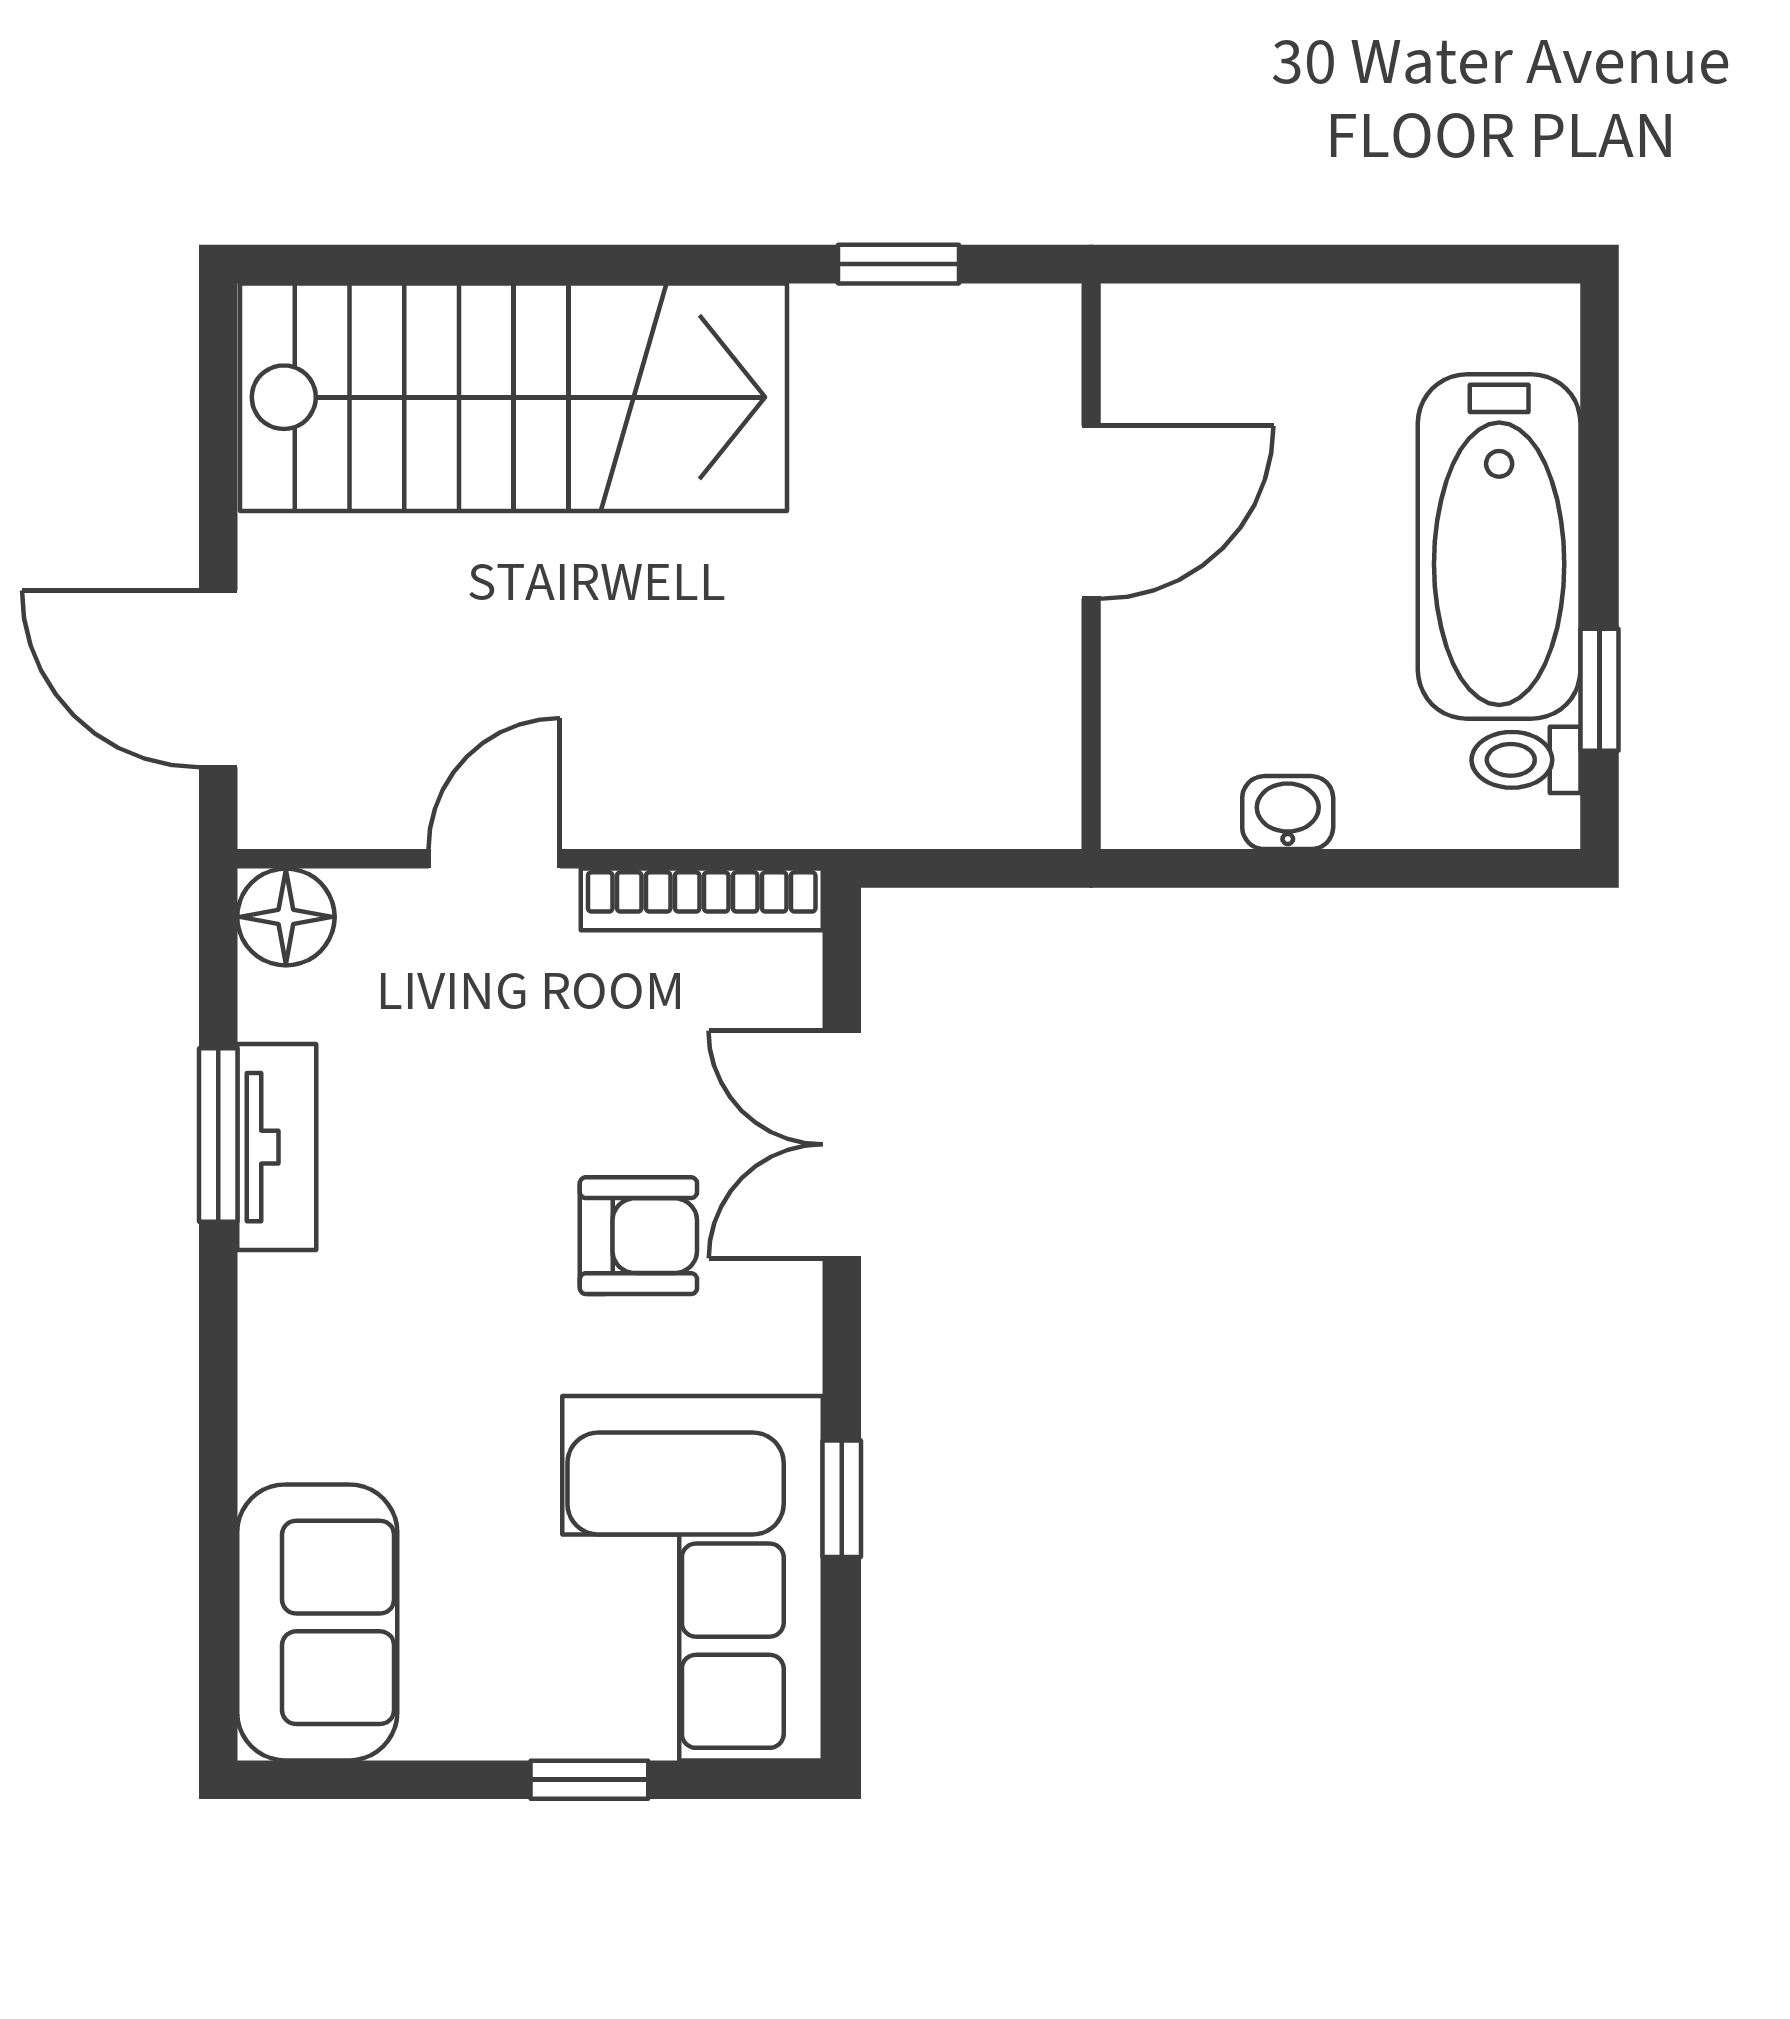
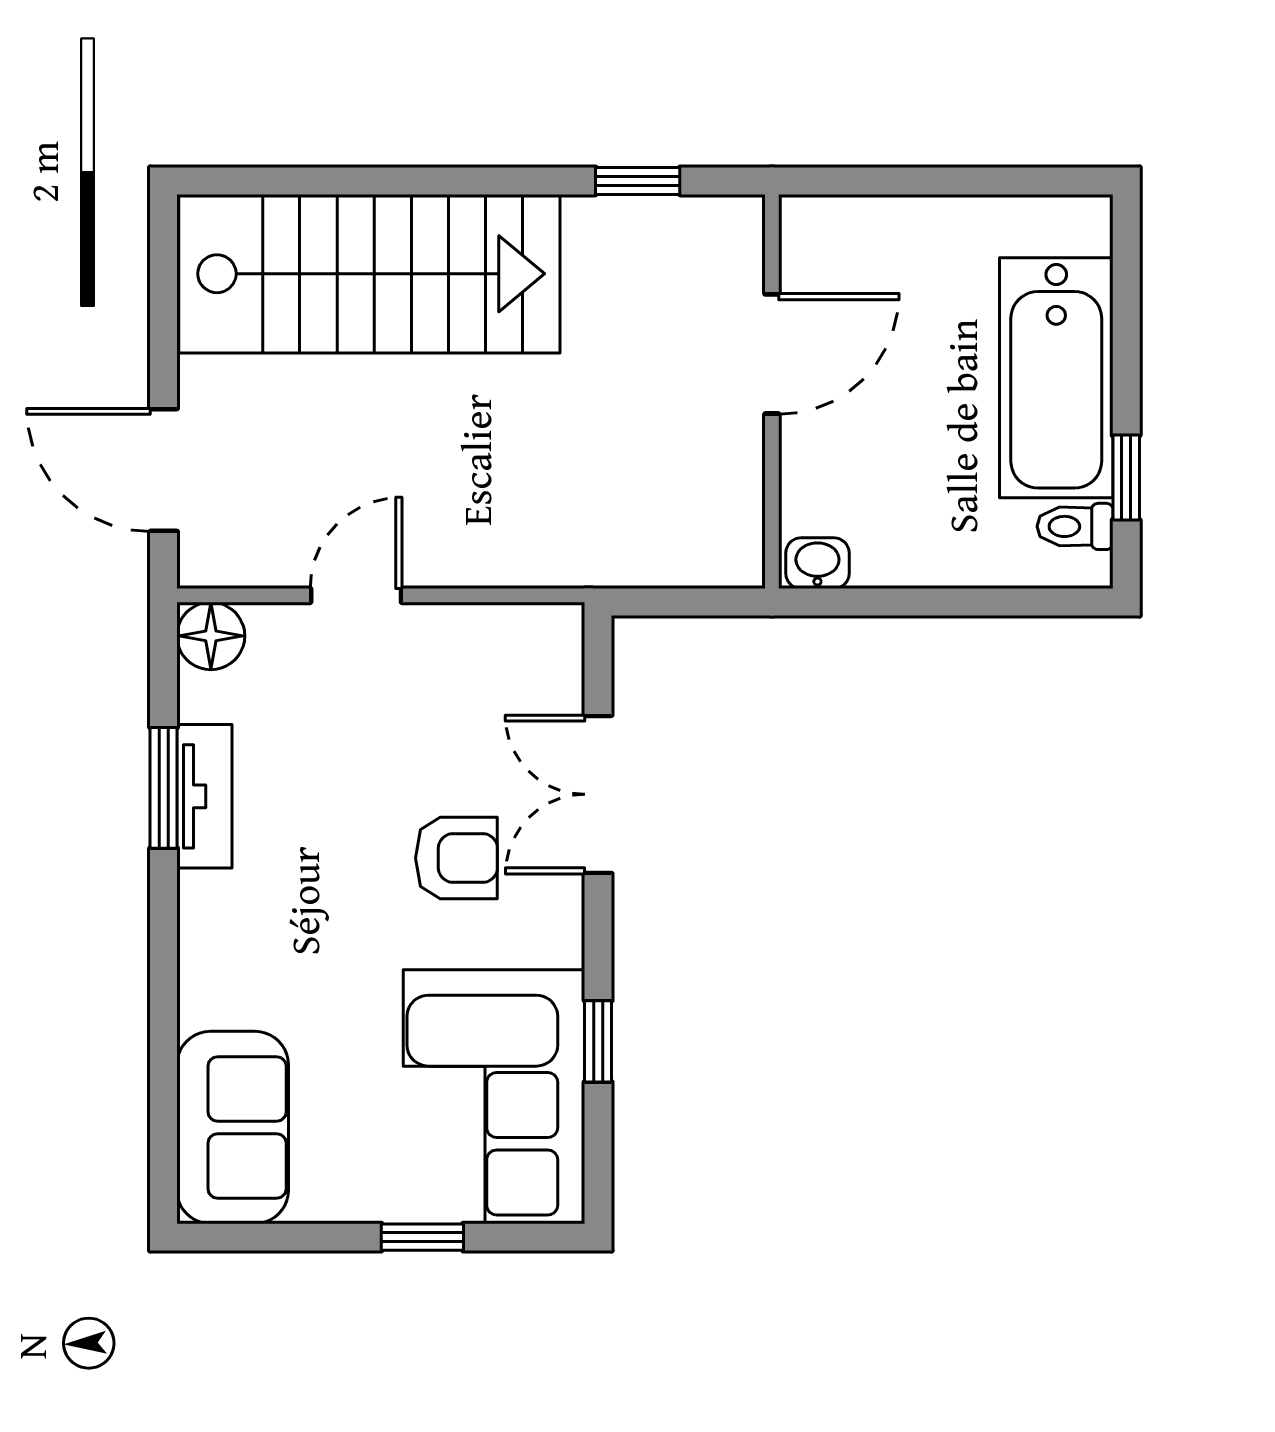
washbasin: (1288, 813) -> (817, 563), moved
bookcase: (702, 899) -> (501, 624), removed

